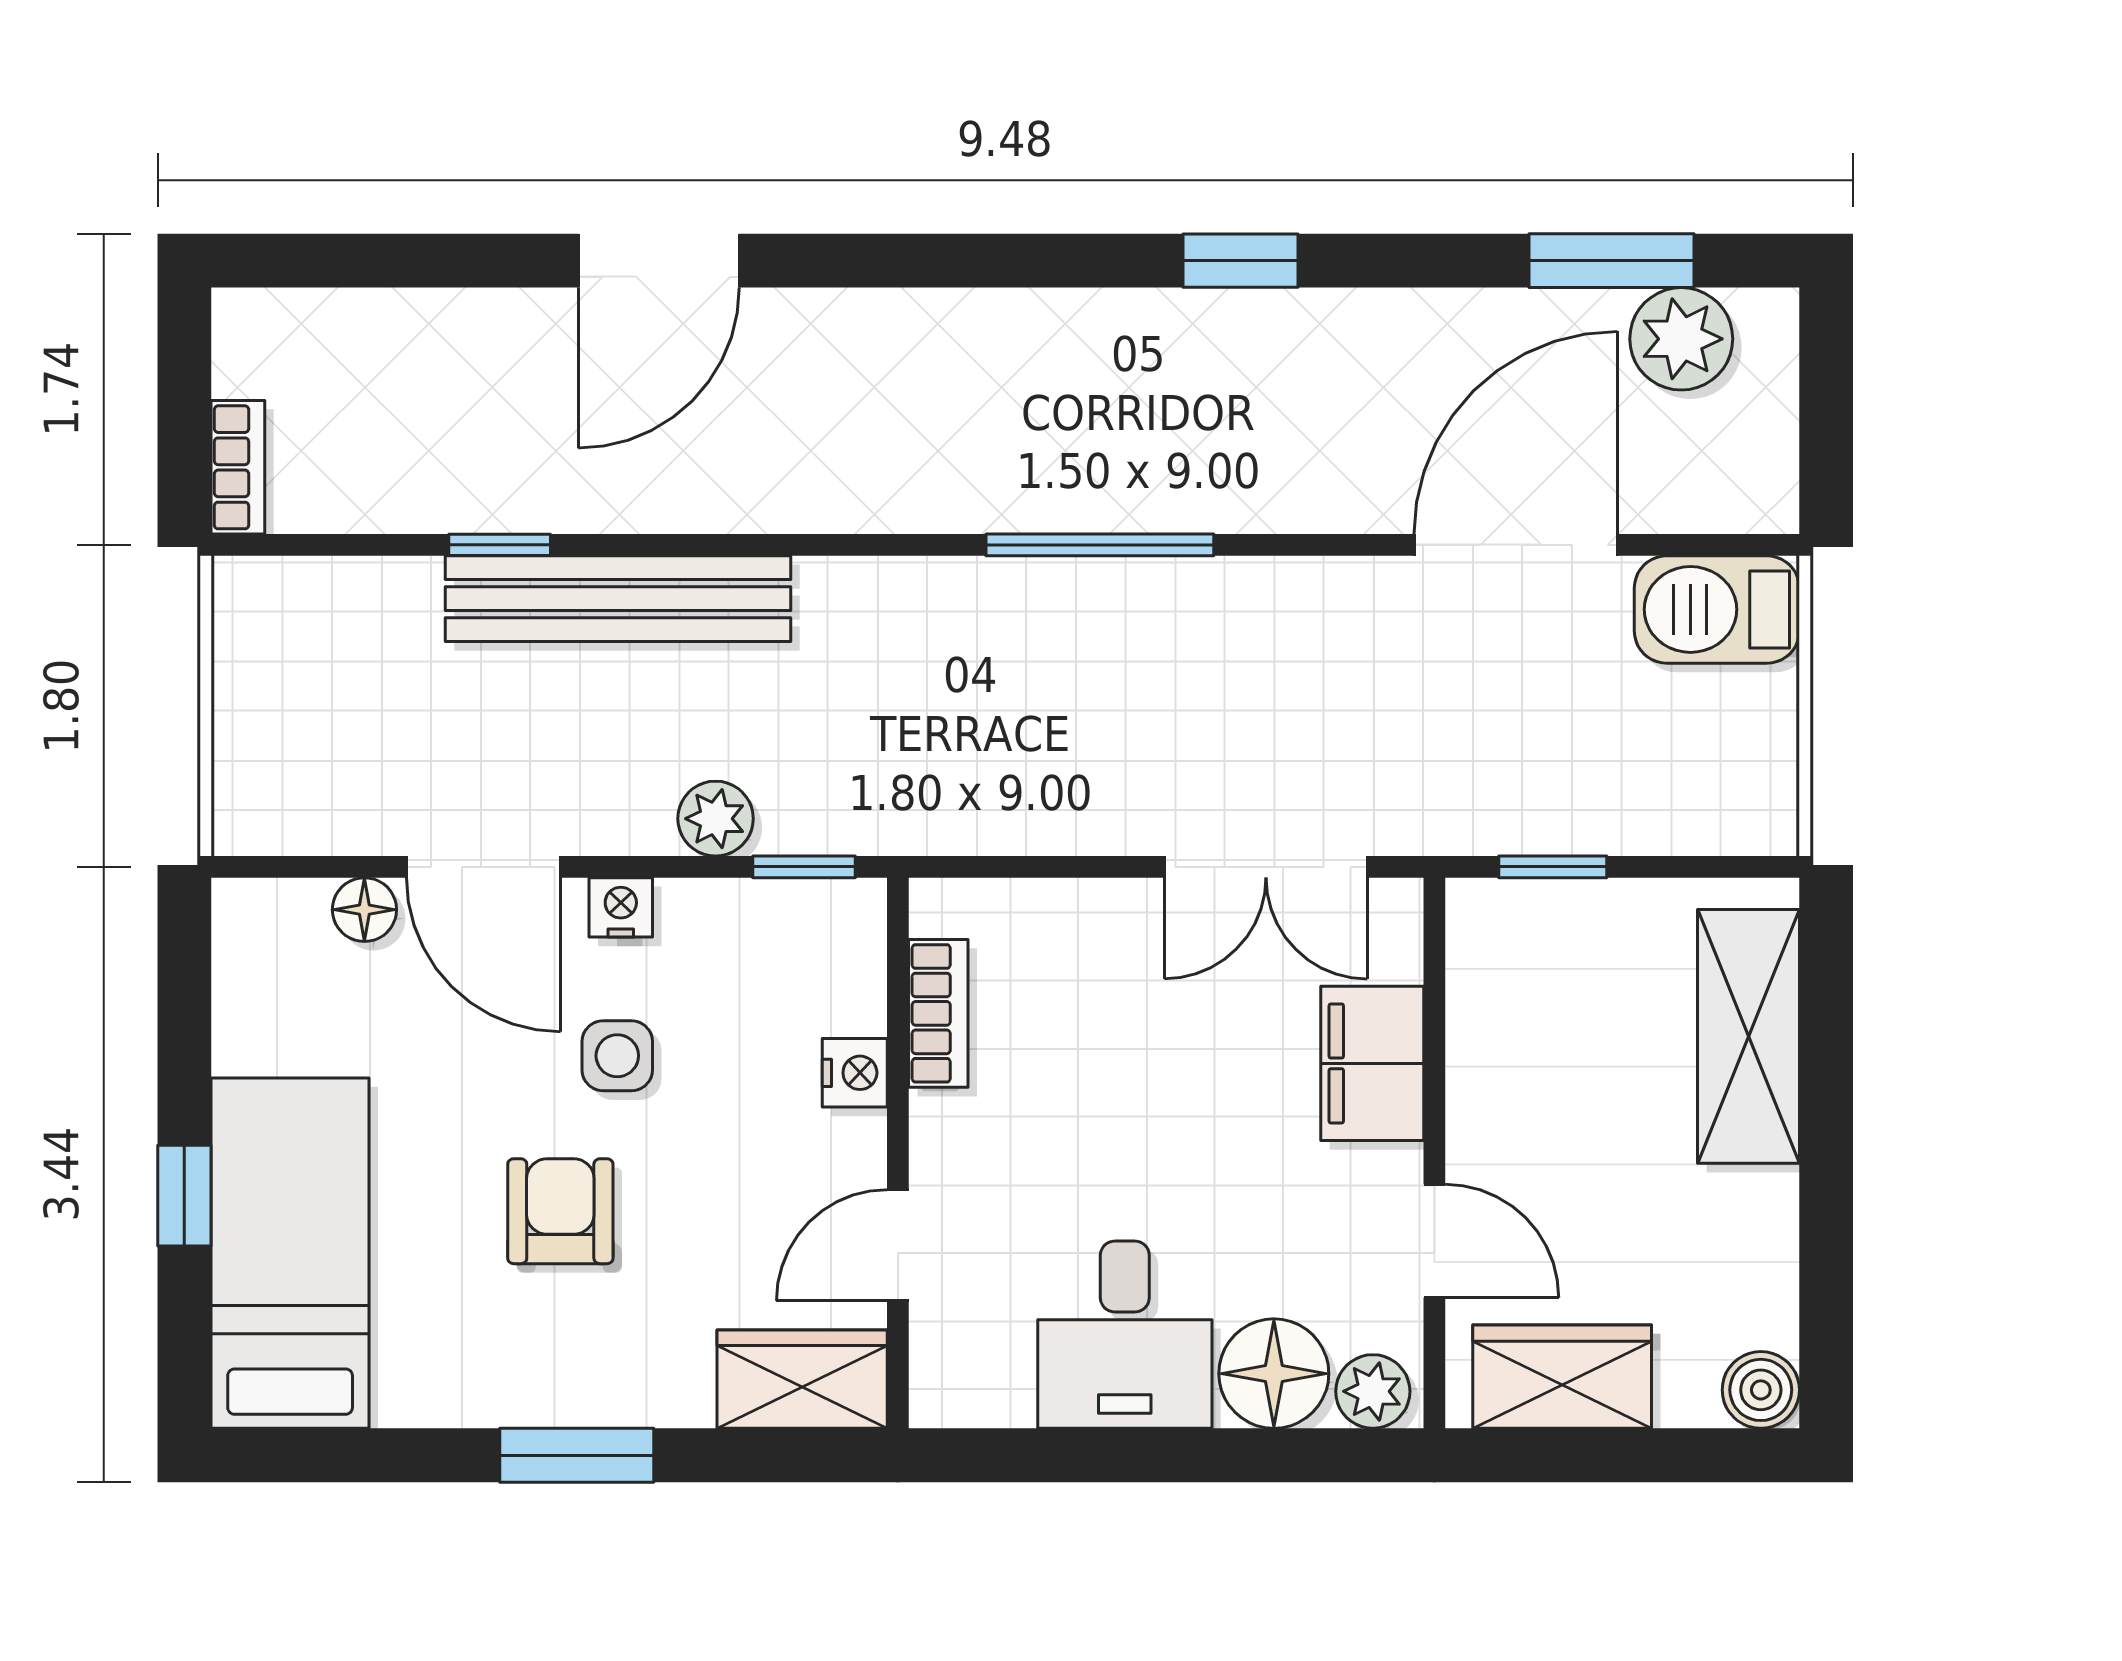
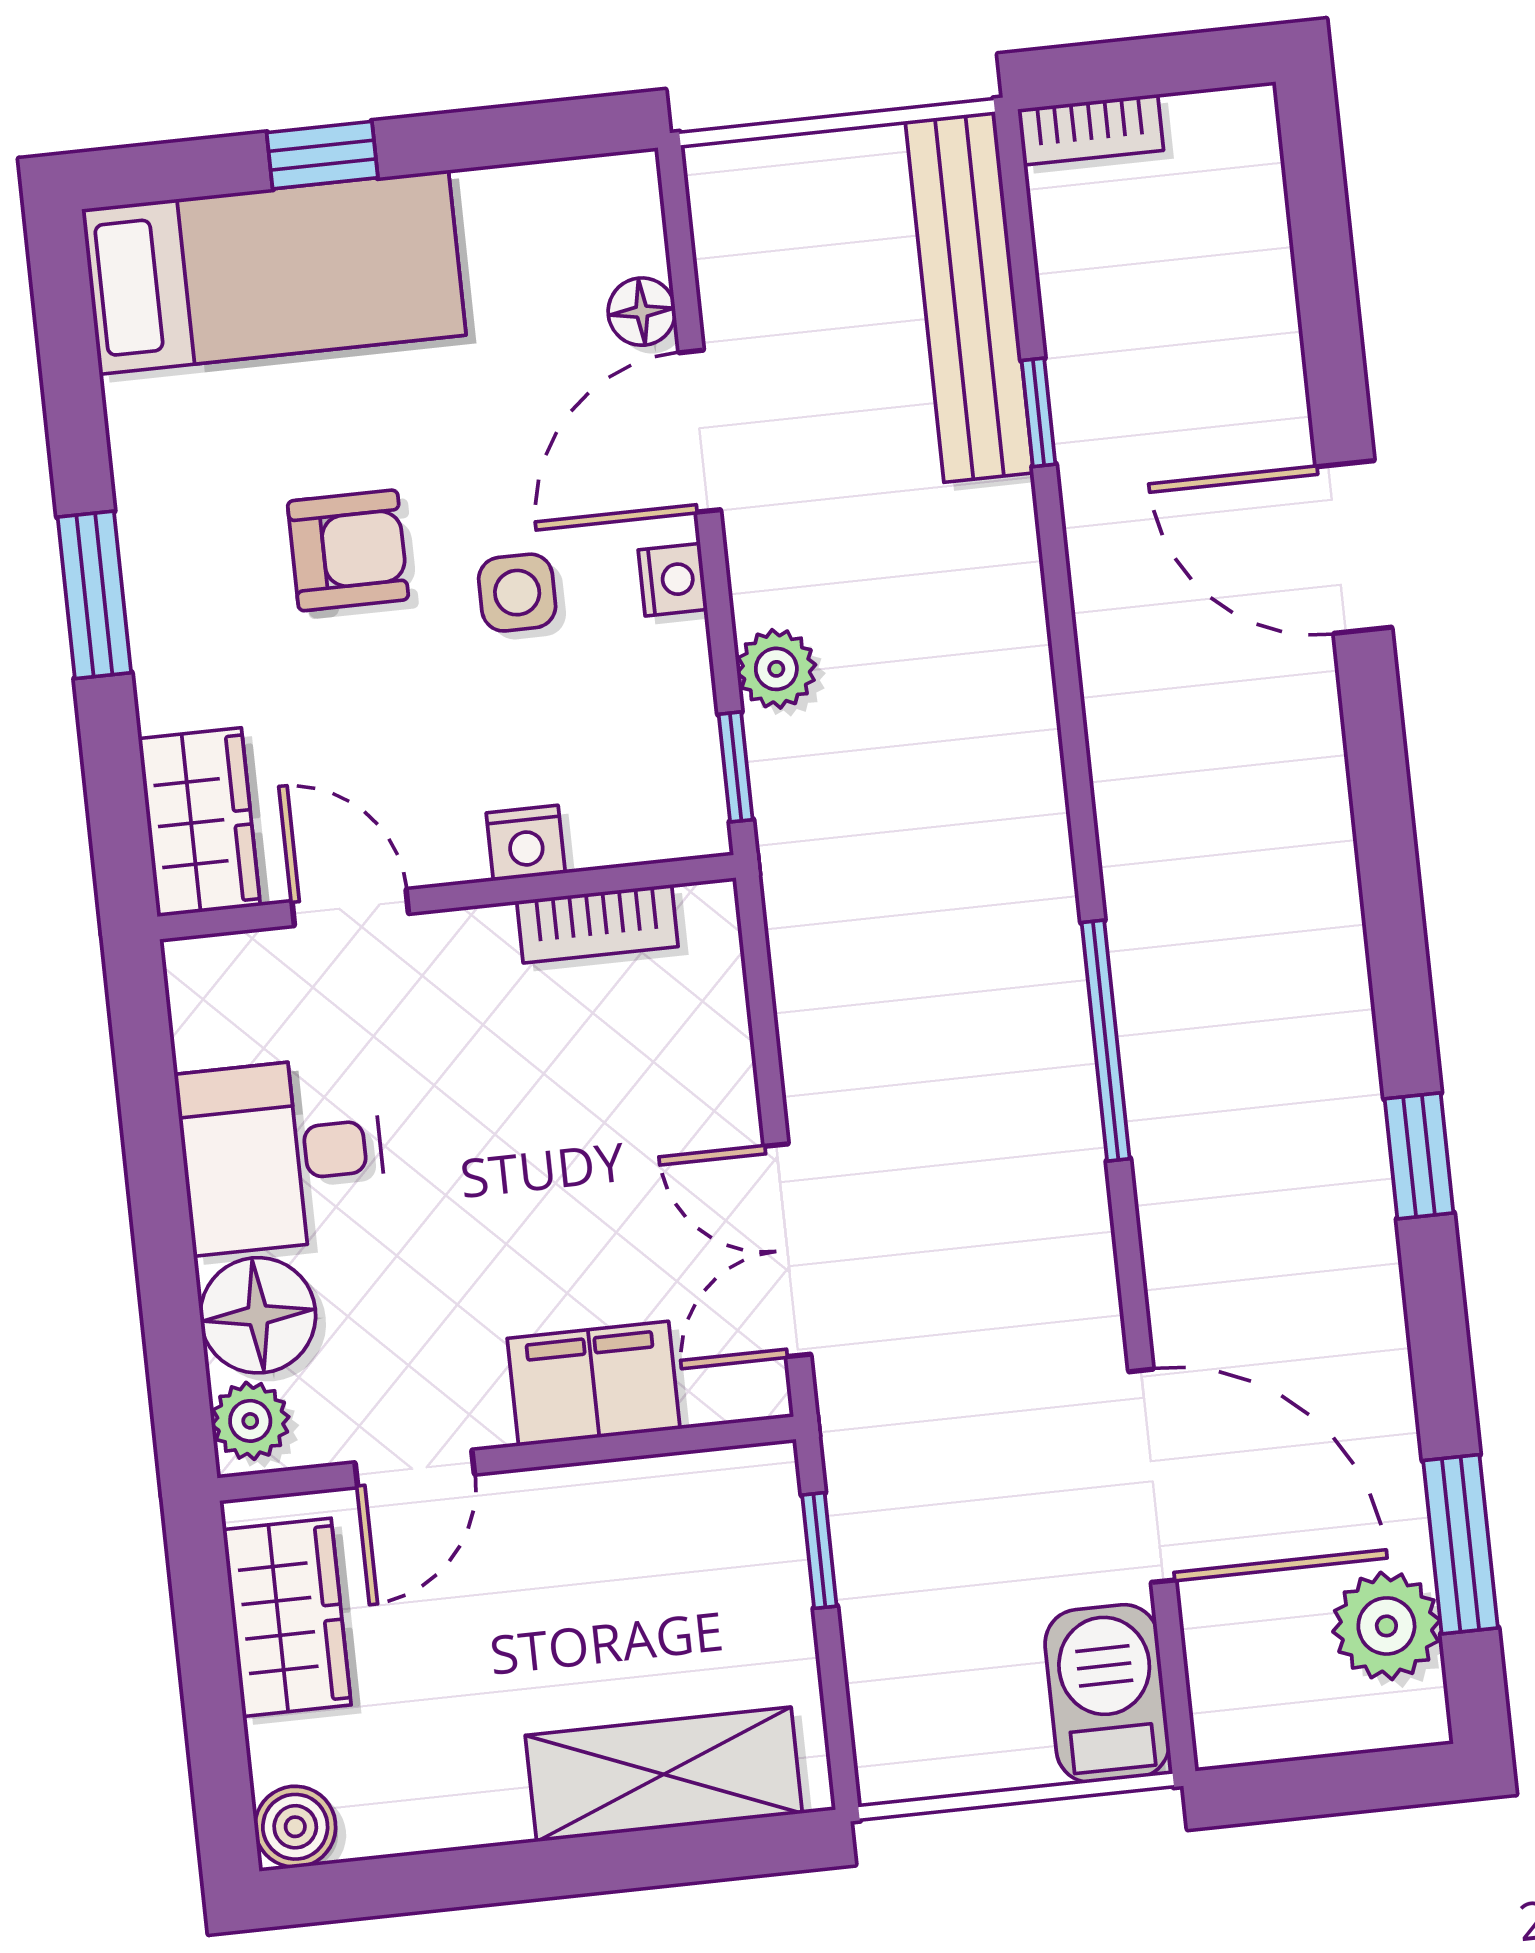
bench: (618, 599) -> (969, 297), moved

